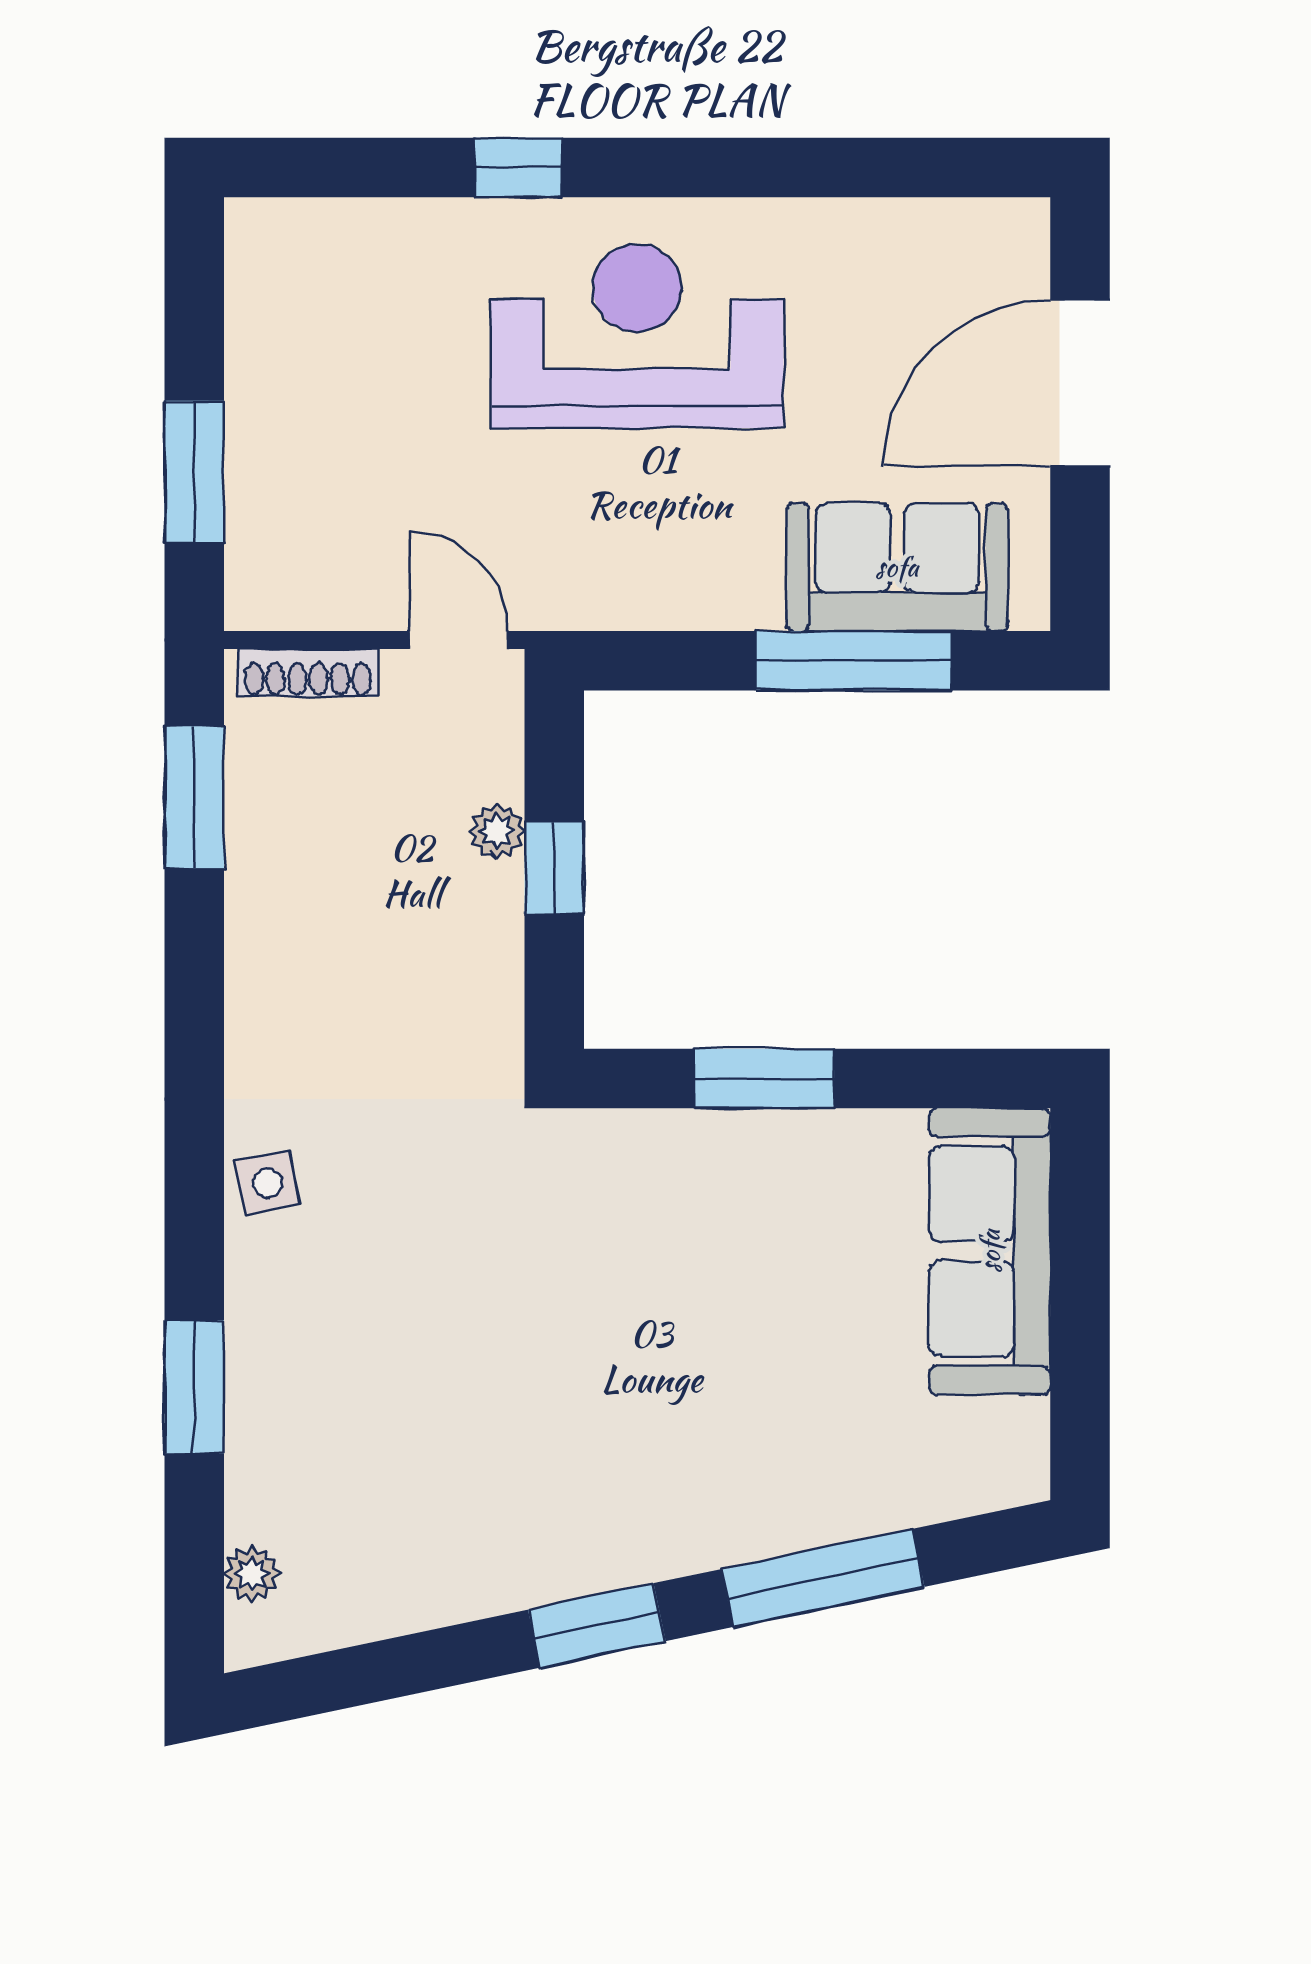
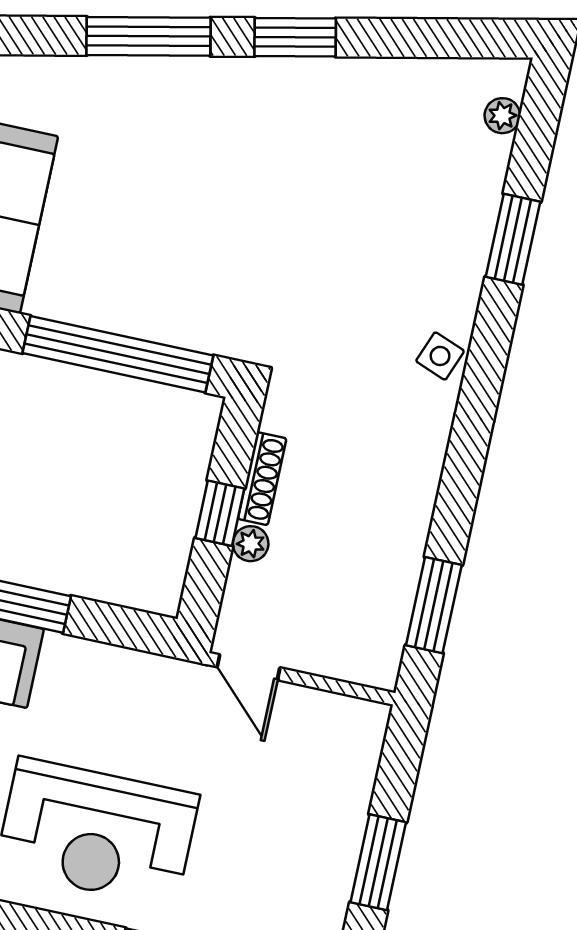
window: (194, 472) -> (378, 862), moved
shoe rack: (308, 673) -> (262, 479), moved, turned 90
window: (764, 1078) -> (118, 354), width x2.11
side table: (268, 1183) -> (440, 356), turned 32

